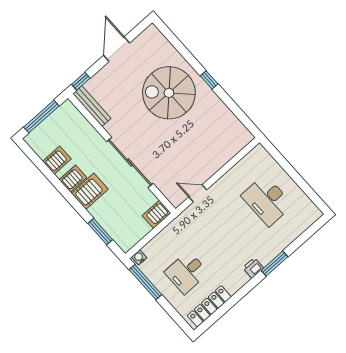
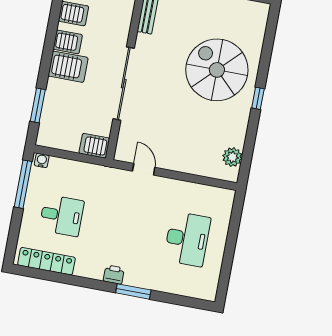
plant: (235, 128) -> (232, 157), added
desk: (267, 200) -> (187, 239), turned 180
desk: (186, 272) -> (62, 216), turned 180

